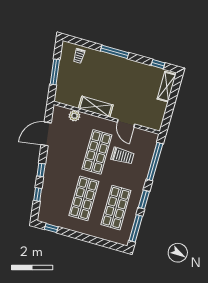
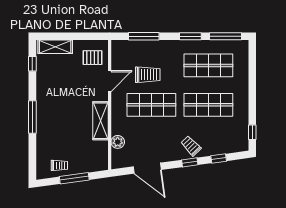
trolley: (79, 56) -> (59, 165), moved
pallet: (149, 115) -> (93, 58), added
trolley: (122, 156) -> (148, 75), turned 90
window: (155, 162) -> (144, 36), width x0.68
trolley: (54, 175) -> (191, 146), added

